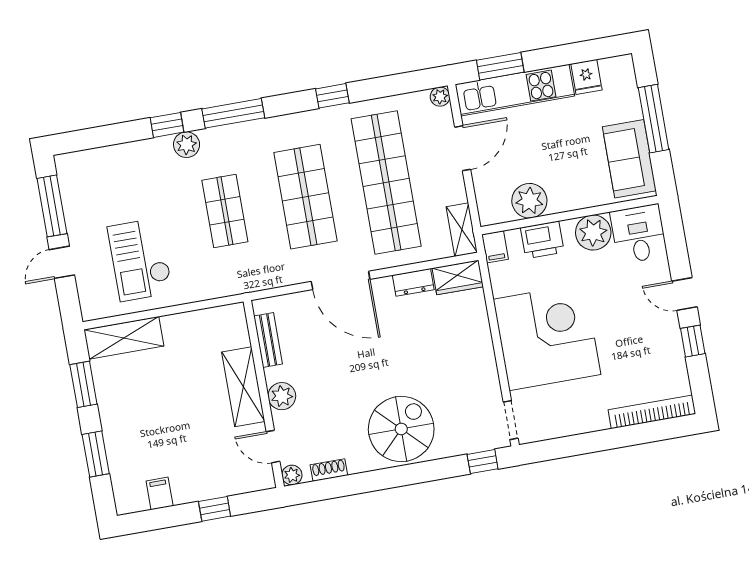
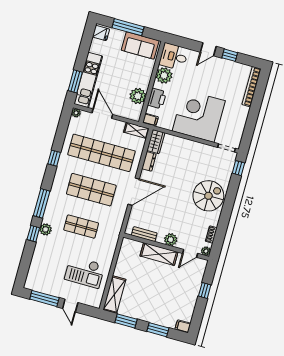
fridge: (586, 77) -> (101, 33), moved
spiral stairs: (401, 429) -> (208, 196), turned 90
filing cabinet: (160, 493) -> (183, 326), moved

